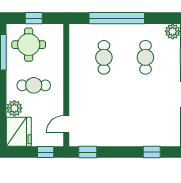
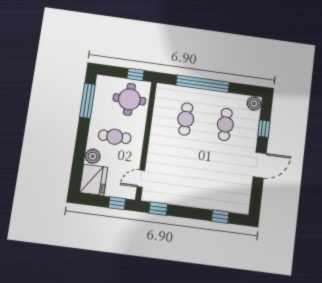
window: (34, 18) -> (136, 74), moved
round table: (29, 45) -> (129, 99), moved

